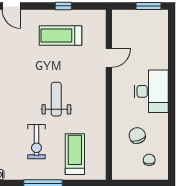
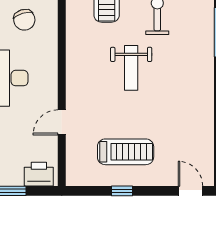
printer: (126, 19) -> (39, 174), added

